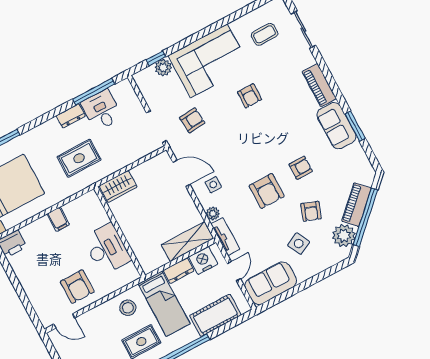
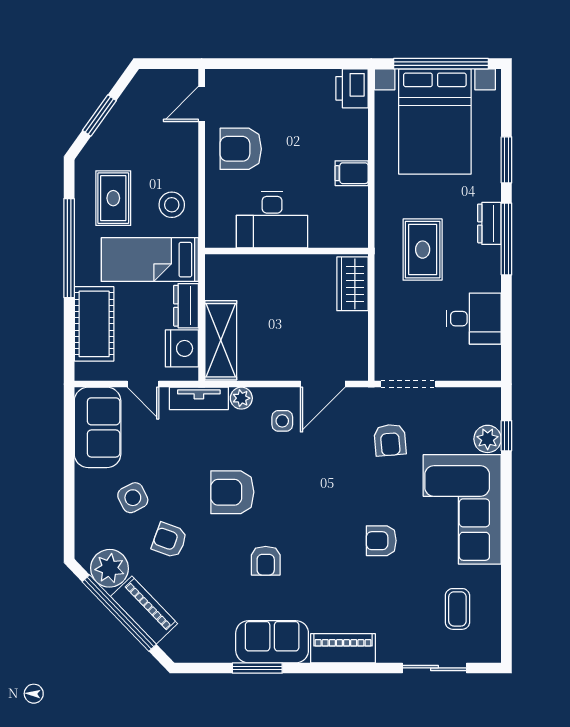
window: (94, 92) -> (506, 239), moved
dresser: (71, 116) -> (489, 223), moved
armchair: (301, 168) -> (266, 561), moved

